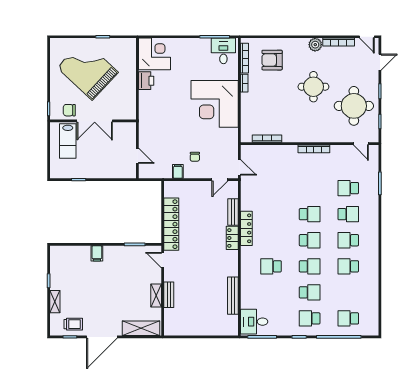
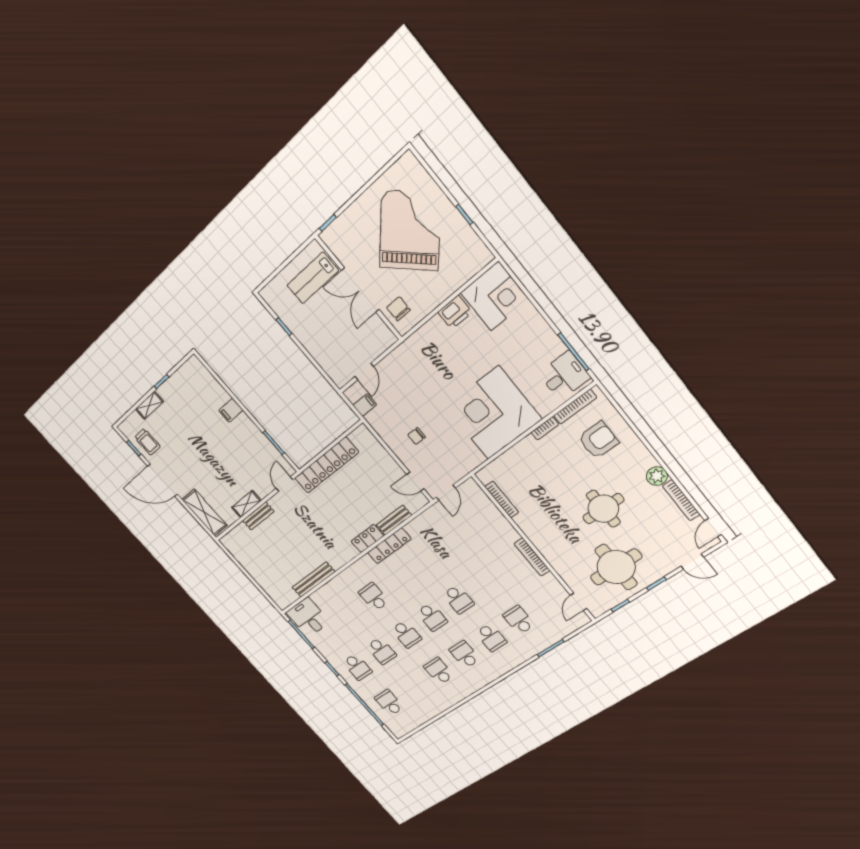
armchair: (272, 60) -> (598, 440), turned 90
chair: (69, 110) -> (398, 309), moved
filing cabinet: (178, 171) -> (365, 405), moved
school desk: (310, 318) -> (357, 667), turned 180

